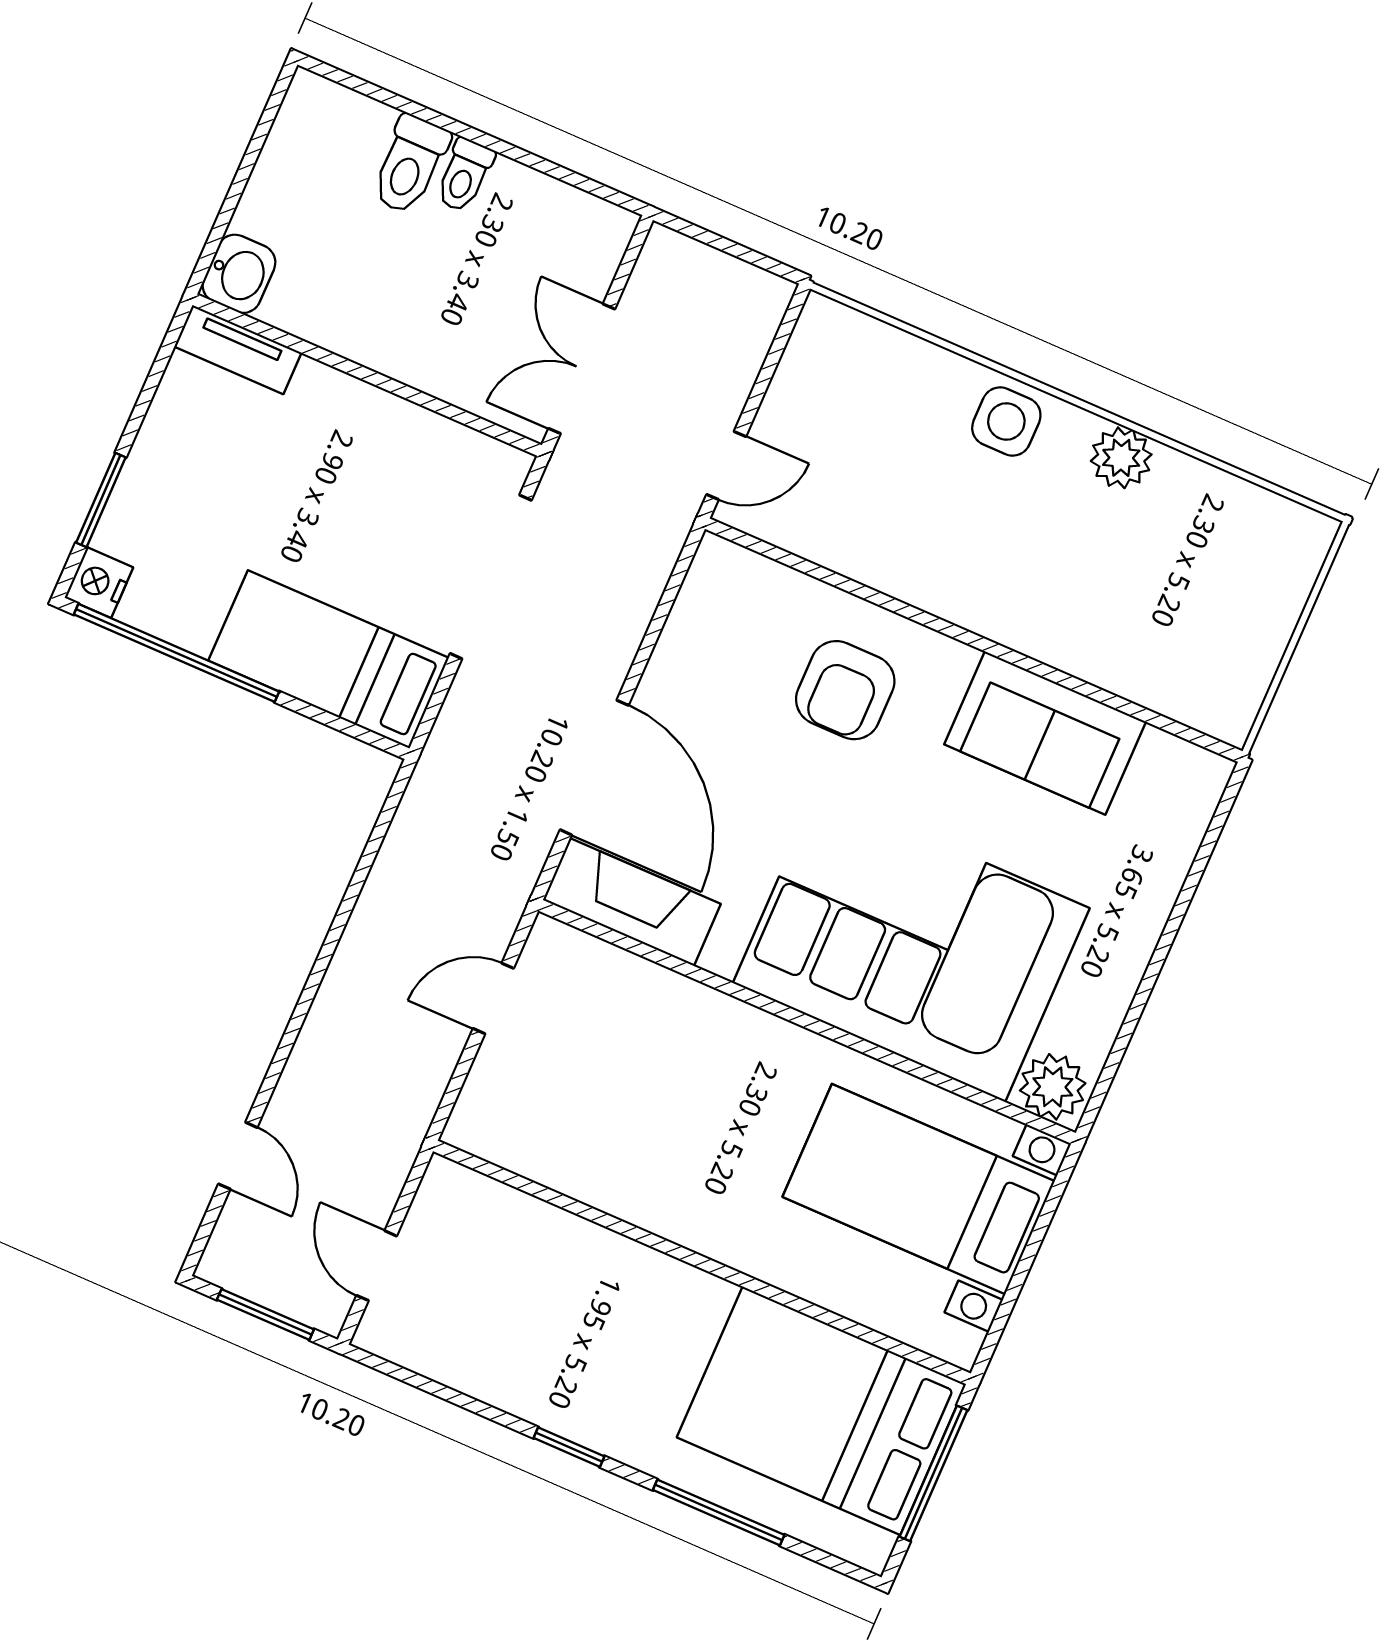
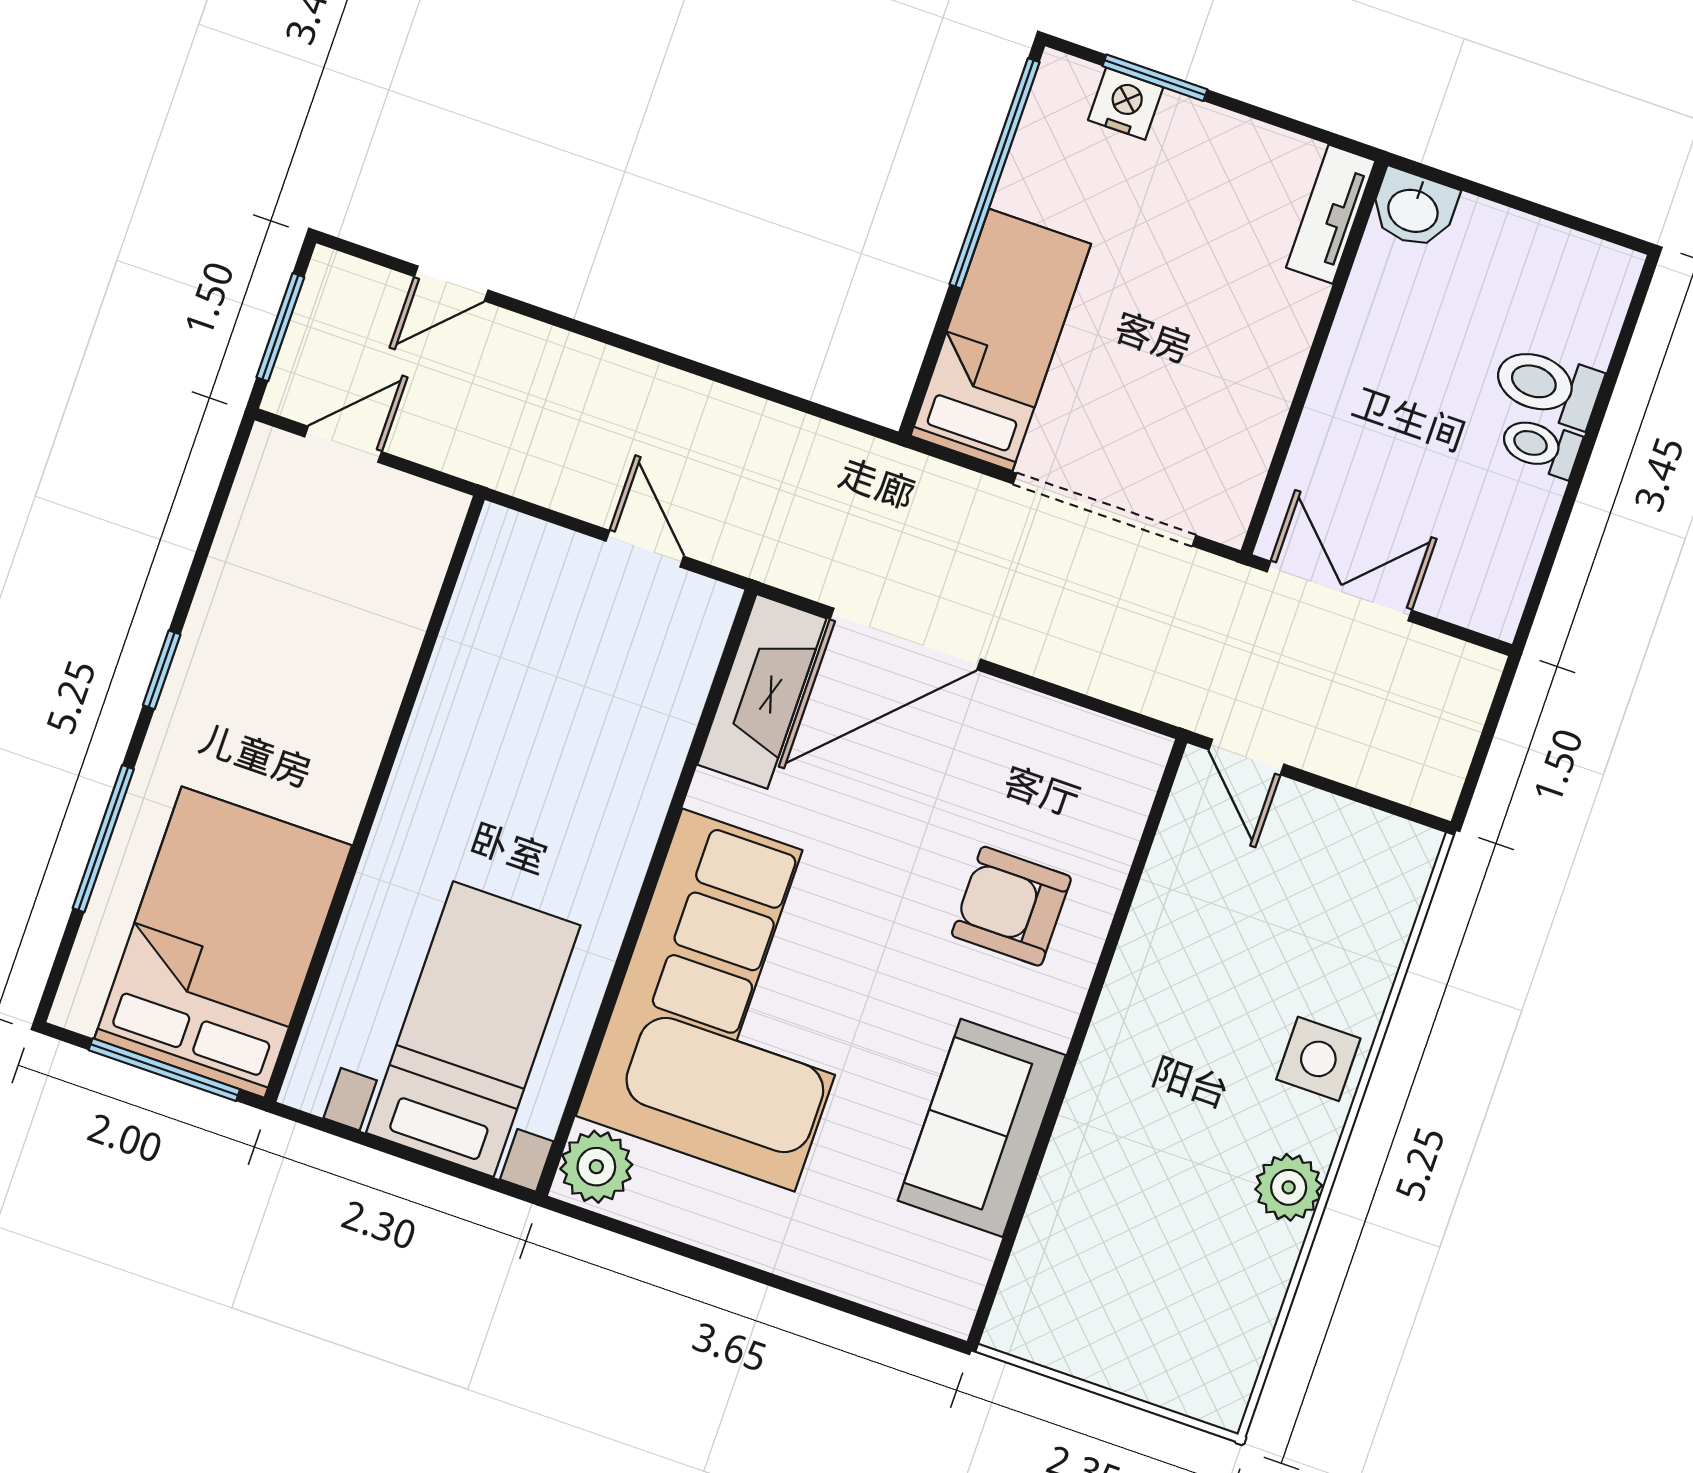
nightstand: (99, 583) -> (1126, 104), moved

